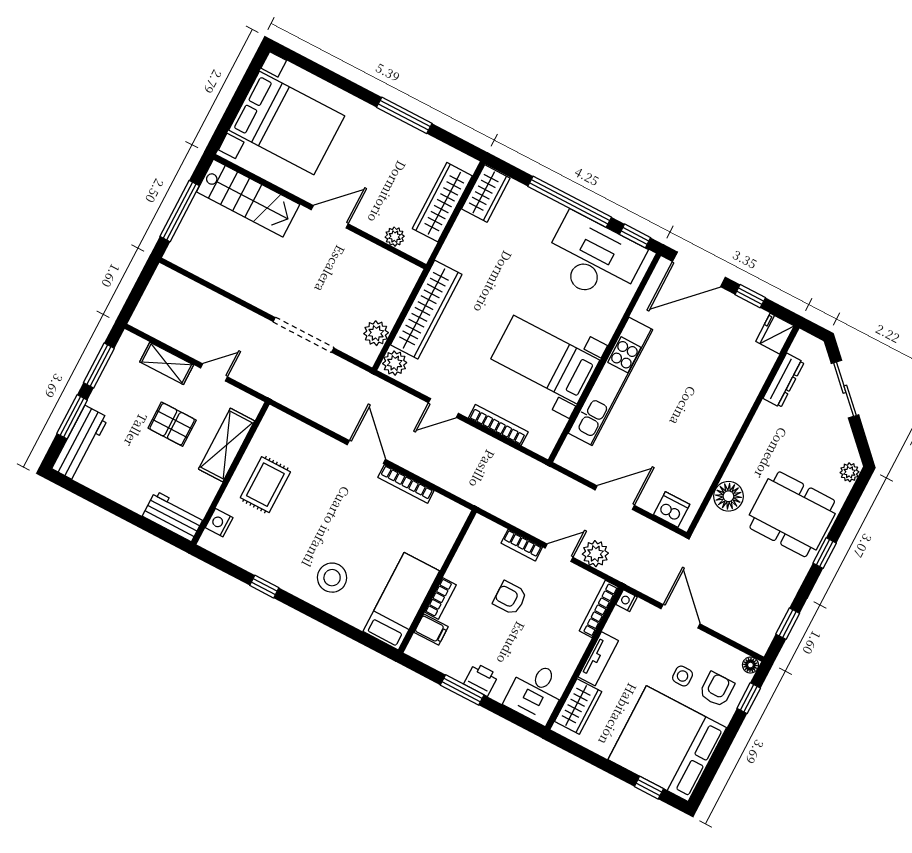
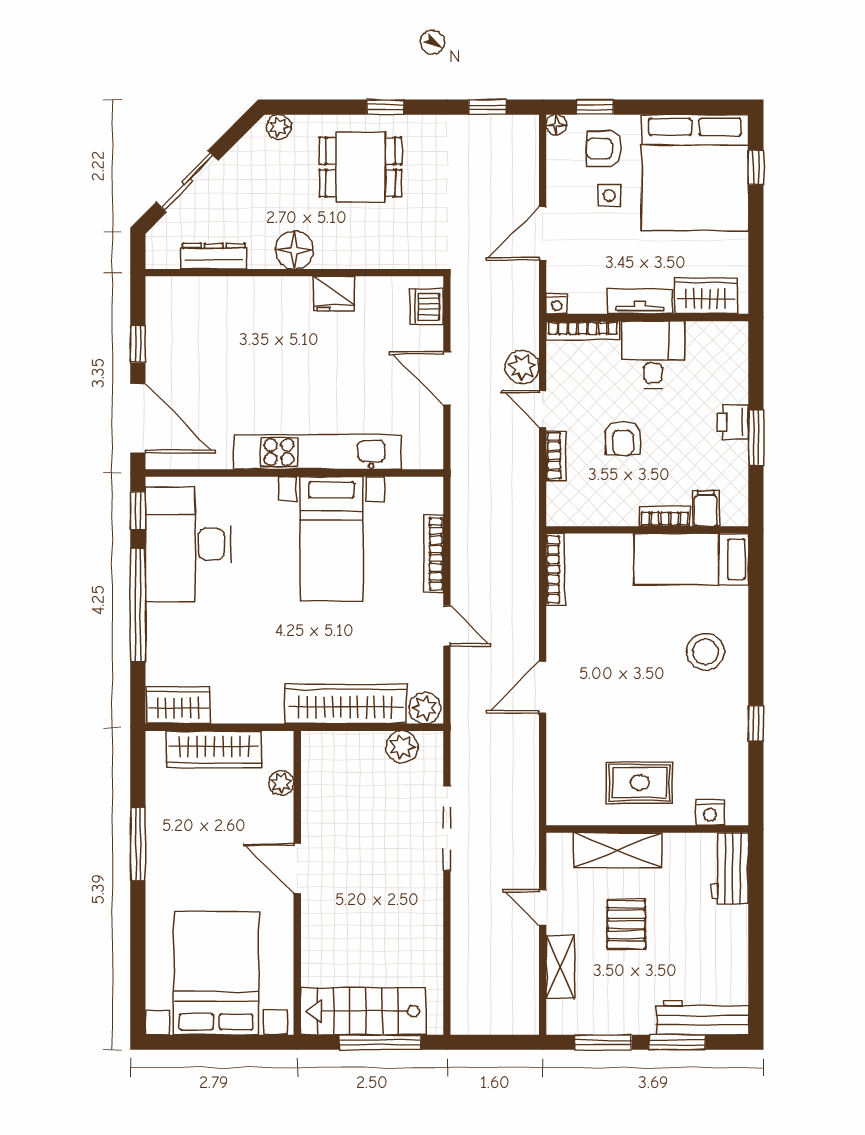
stairs: (248, 198) -> (363, 1011), moved, turned -90
fridge: (775, 334) -> (334, 294), moved
bookcase: (406, 484) -> (555, 569), moved
floor lamp: (728, 496) -> (294, 250), moved
dining table: (792, 514) -> (361, 167), width x0.73
desk: (536, 692) -> (653, 355), moved, turned -90

